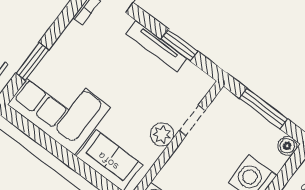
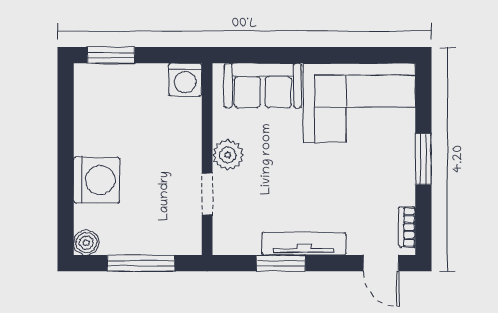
window: (32, 62) -> (423, 159), moved

